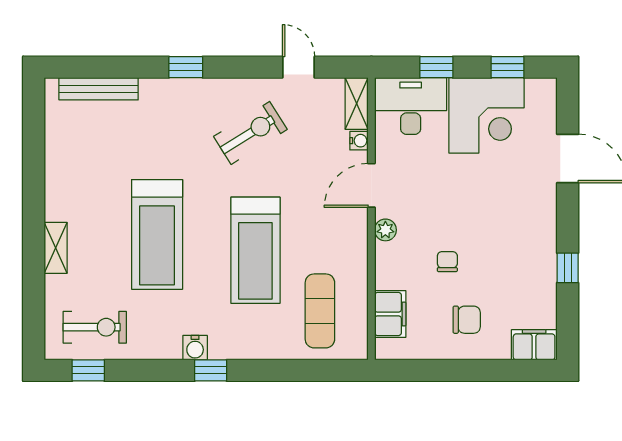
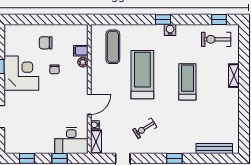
corner desk: (486, 115) -> (21, 73), moved, turned 90
exercise bike: (250, 133) -> (145, 128), width x0.73, depth x0.72
plant: (385, 230) -> (83, 62), moved
treadmill: (157, 234) -> (187, 82), width x0.73, depth x0.73
filing cabinet: (390, 314) -> (81, 51), width x0.50
filing cabinet: (534, 345) -> (15, 31), removed

